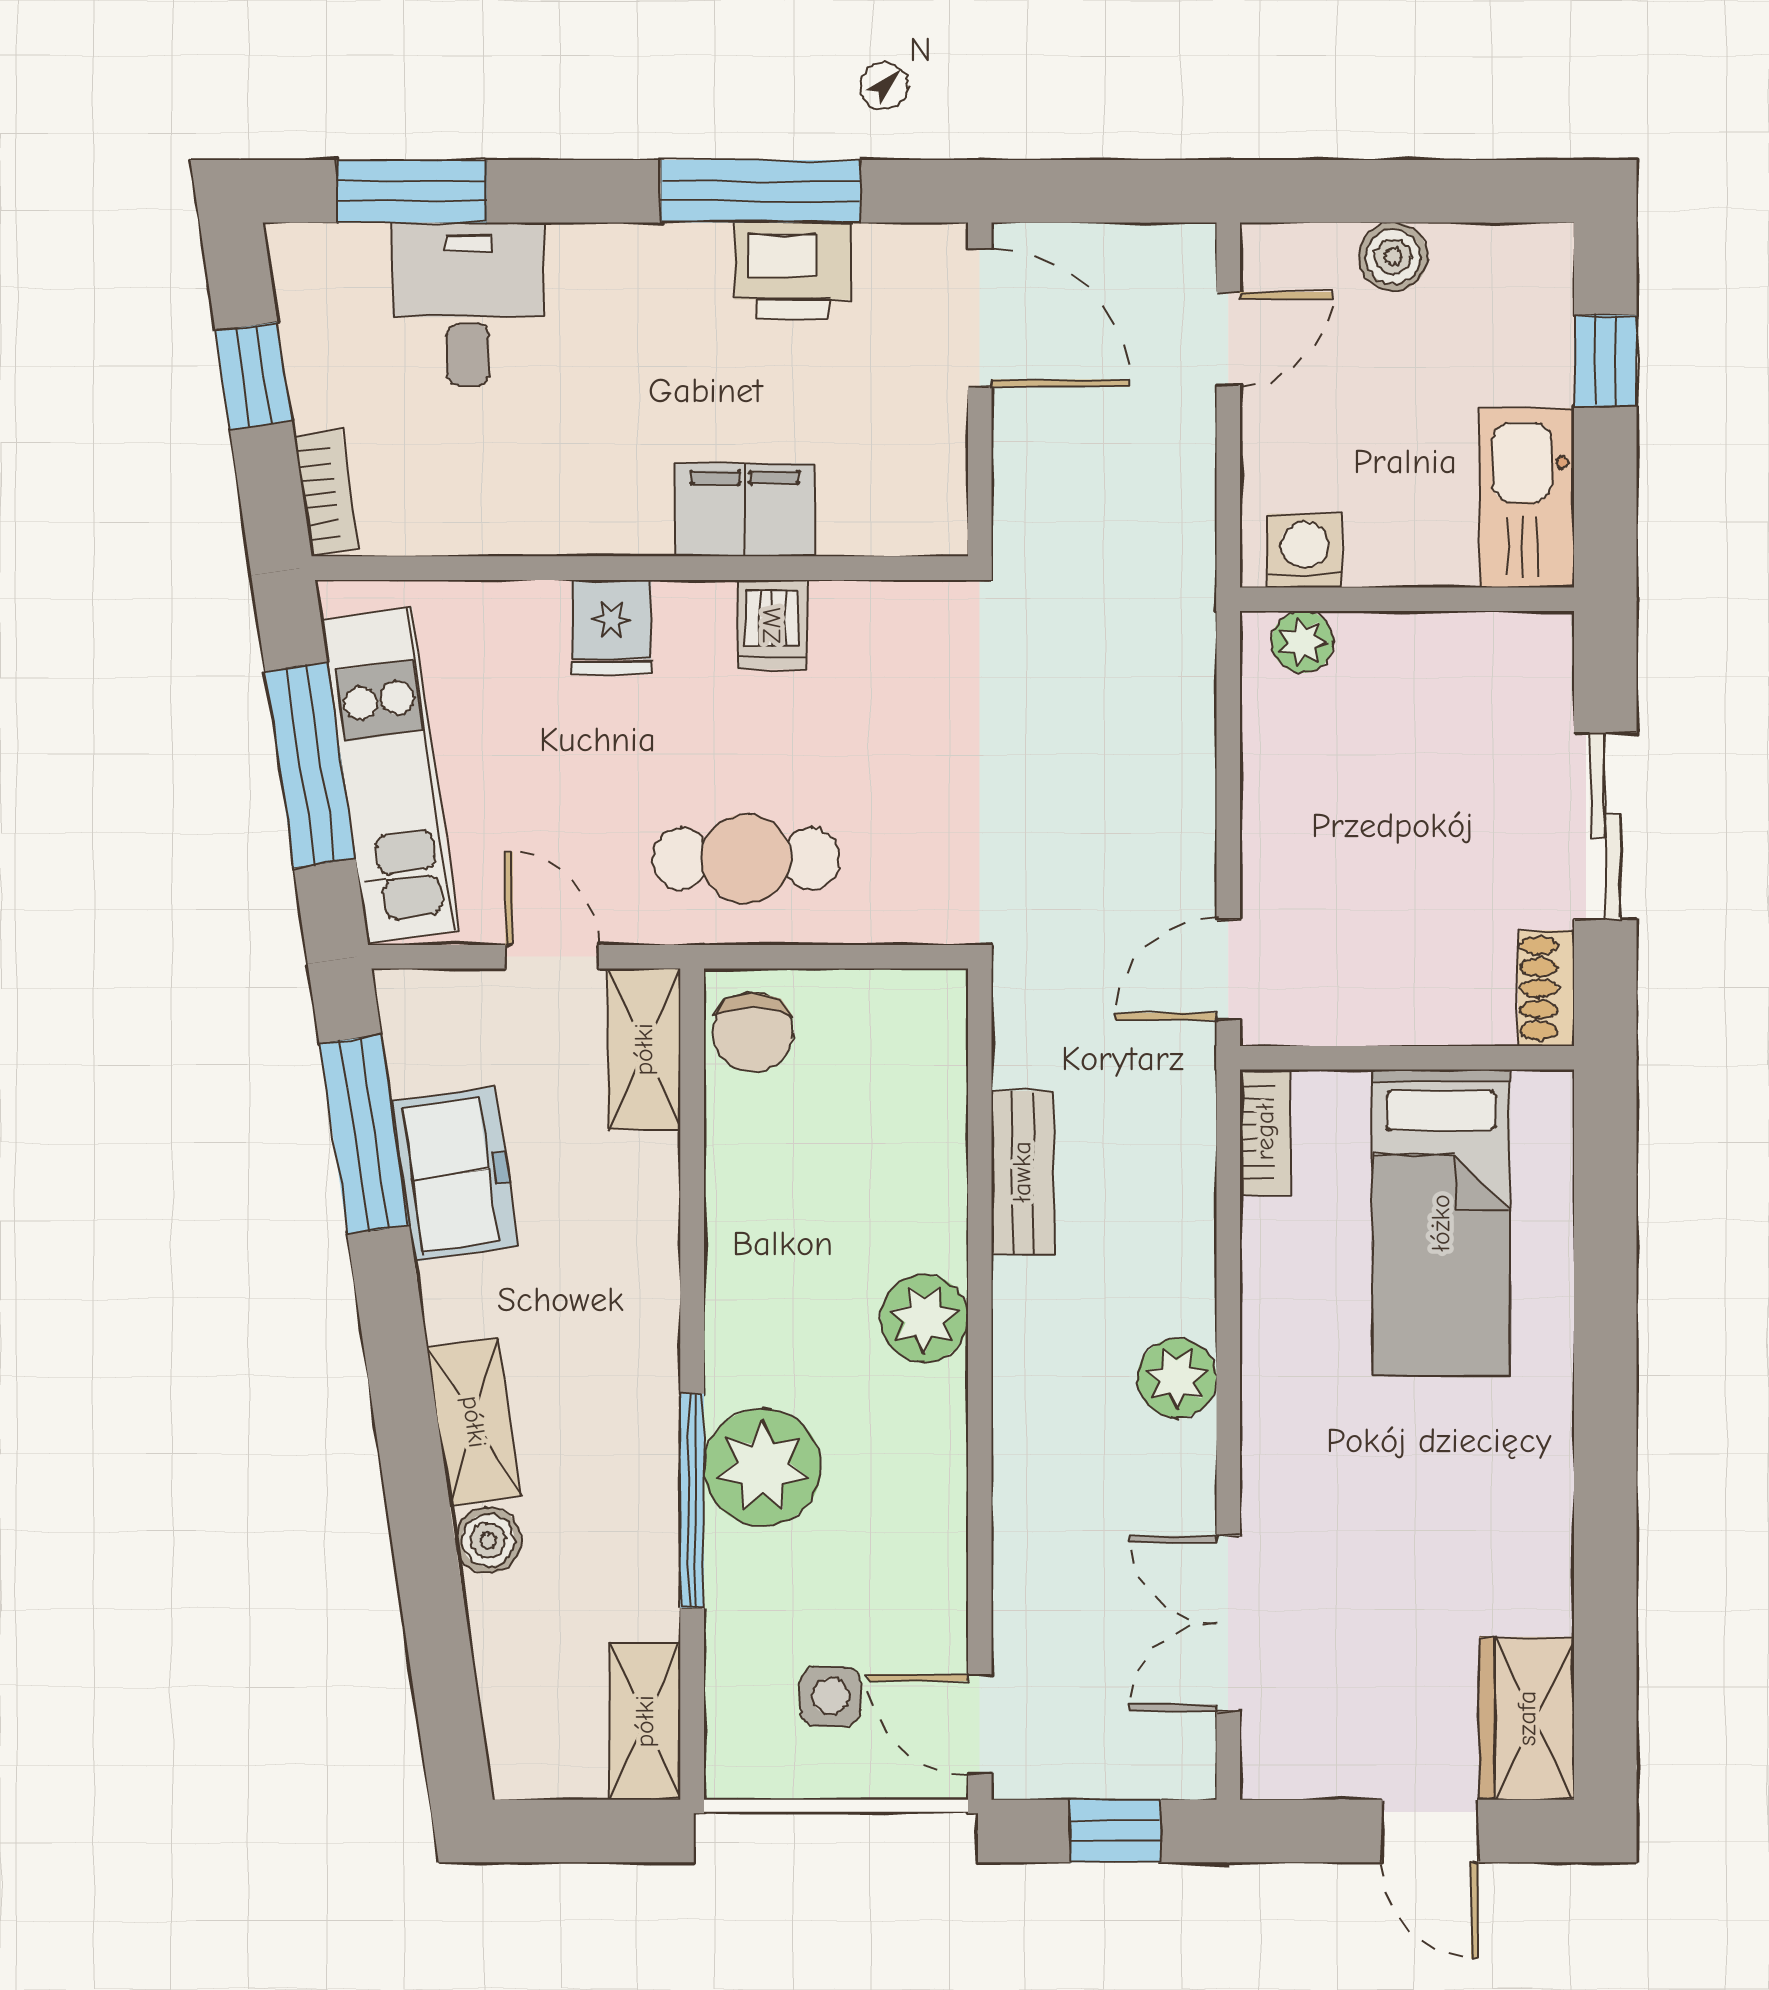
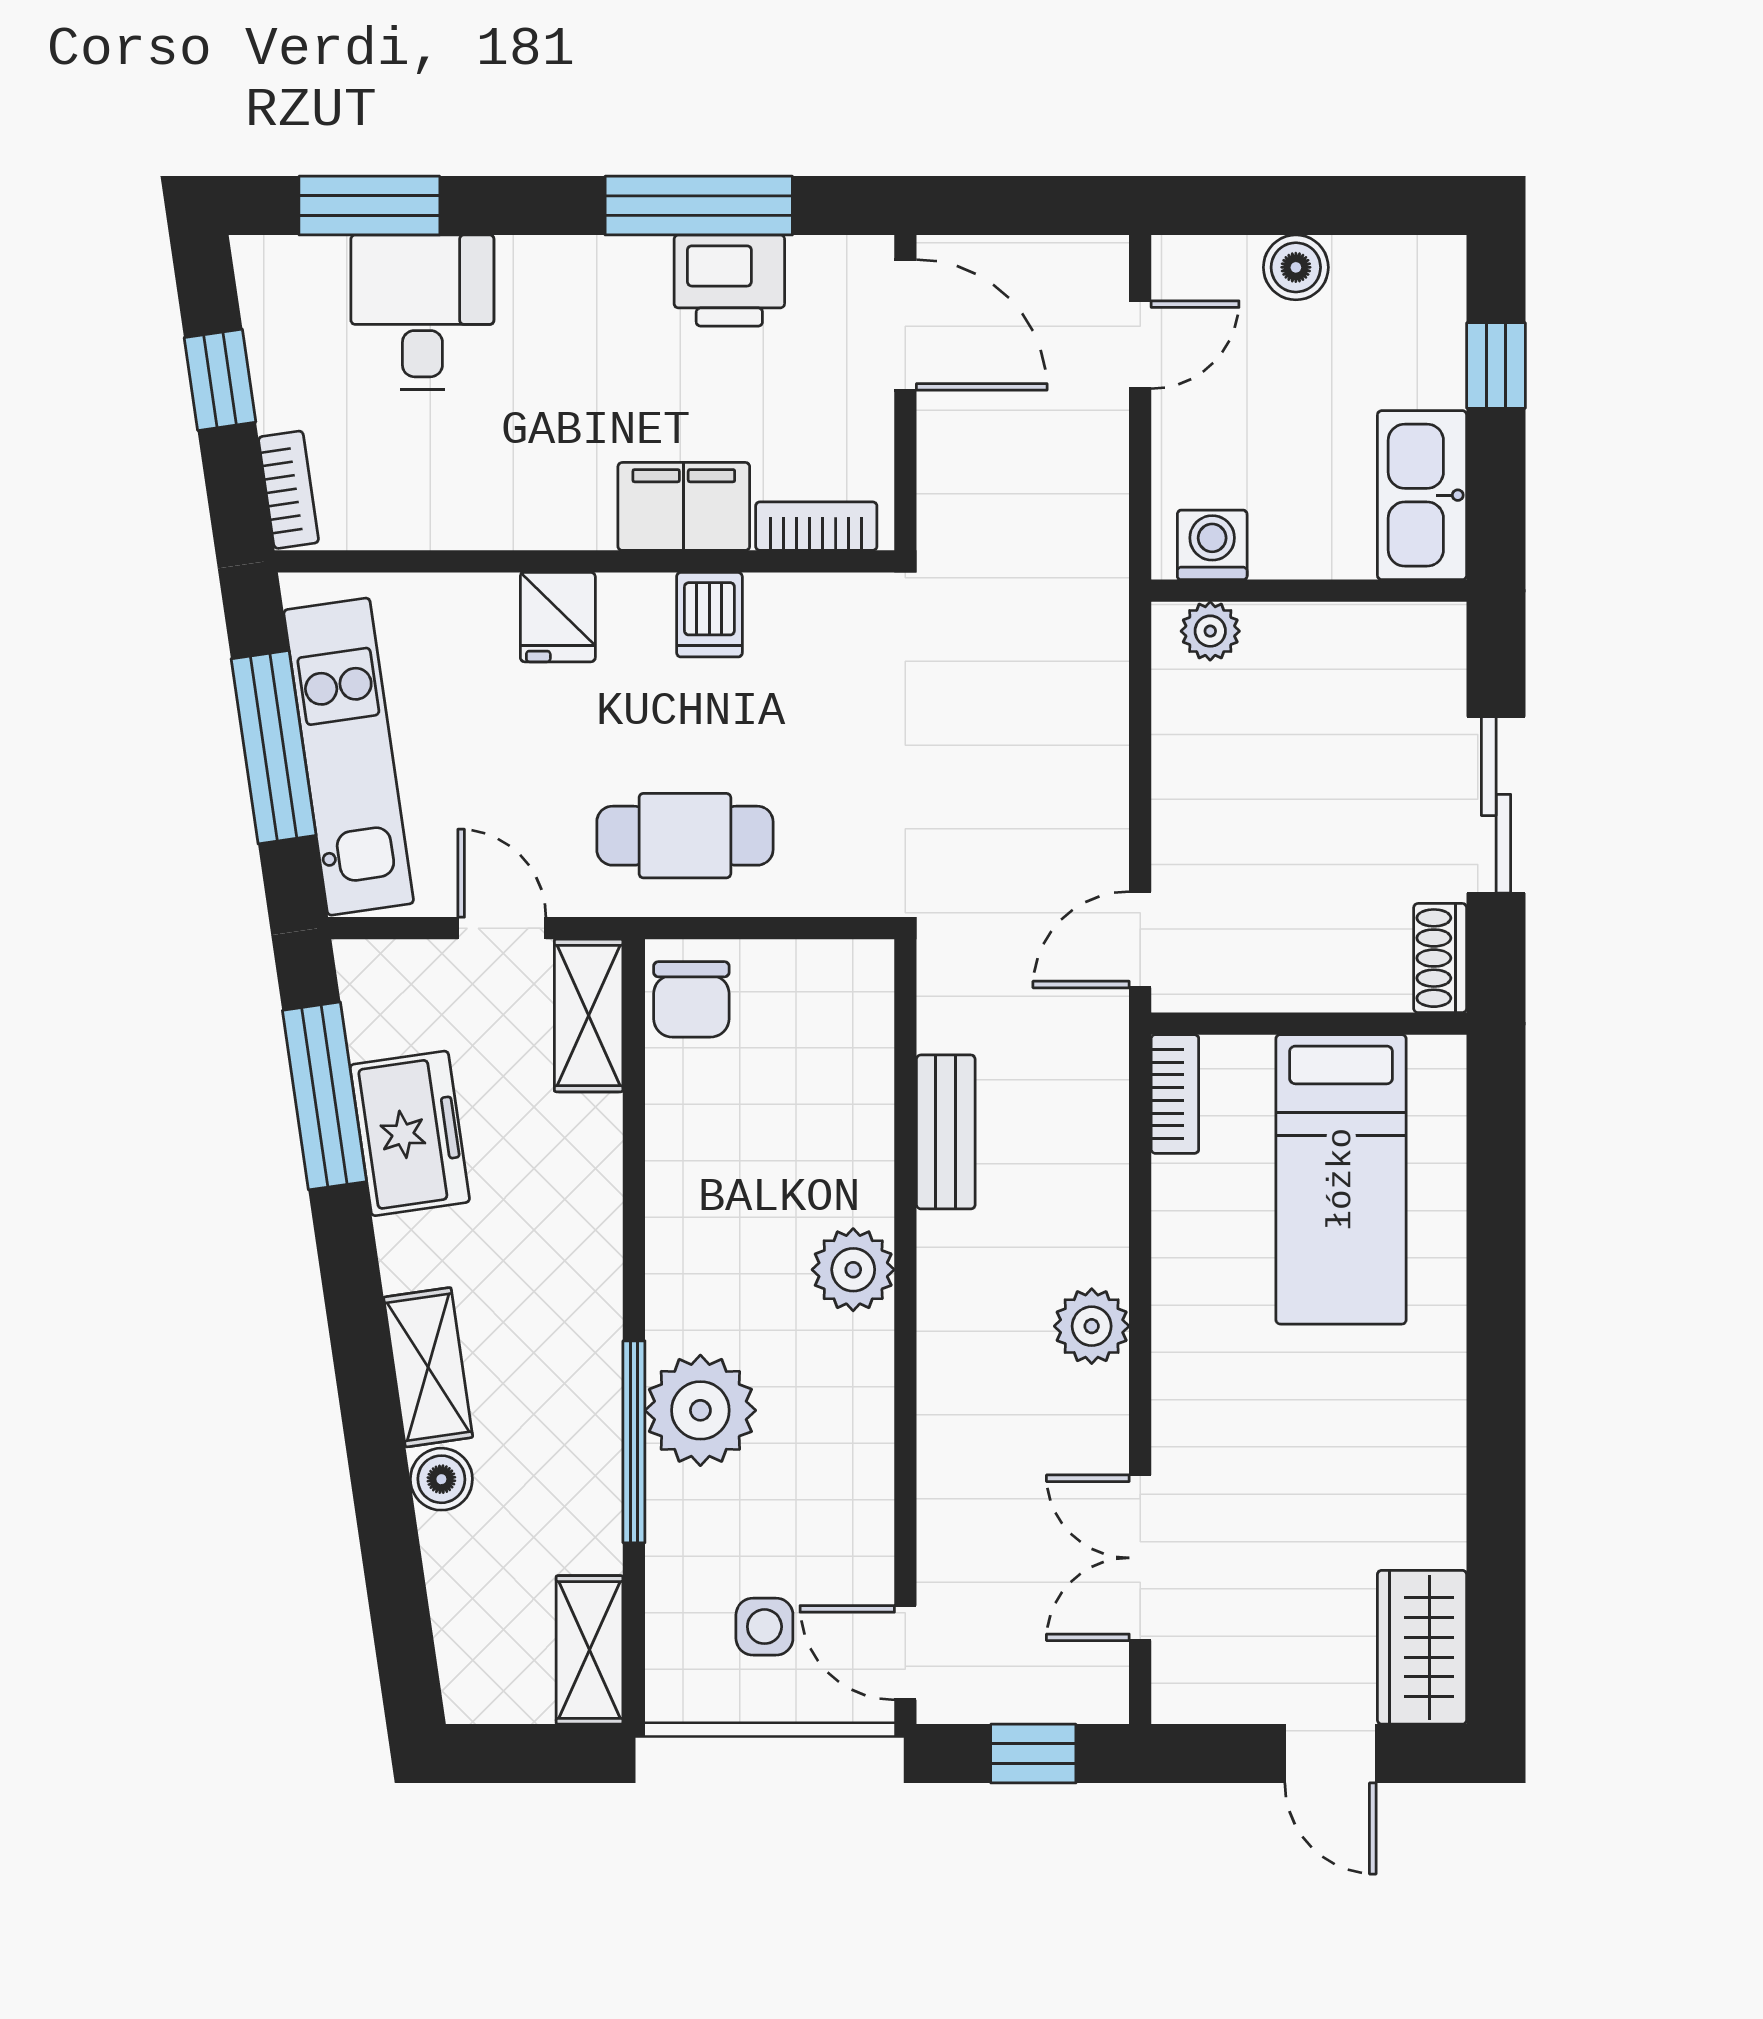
bookcase: (885, 531) -> (816, 526), added

